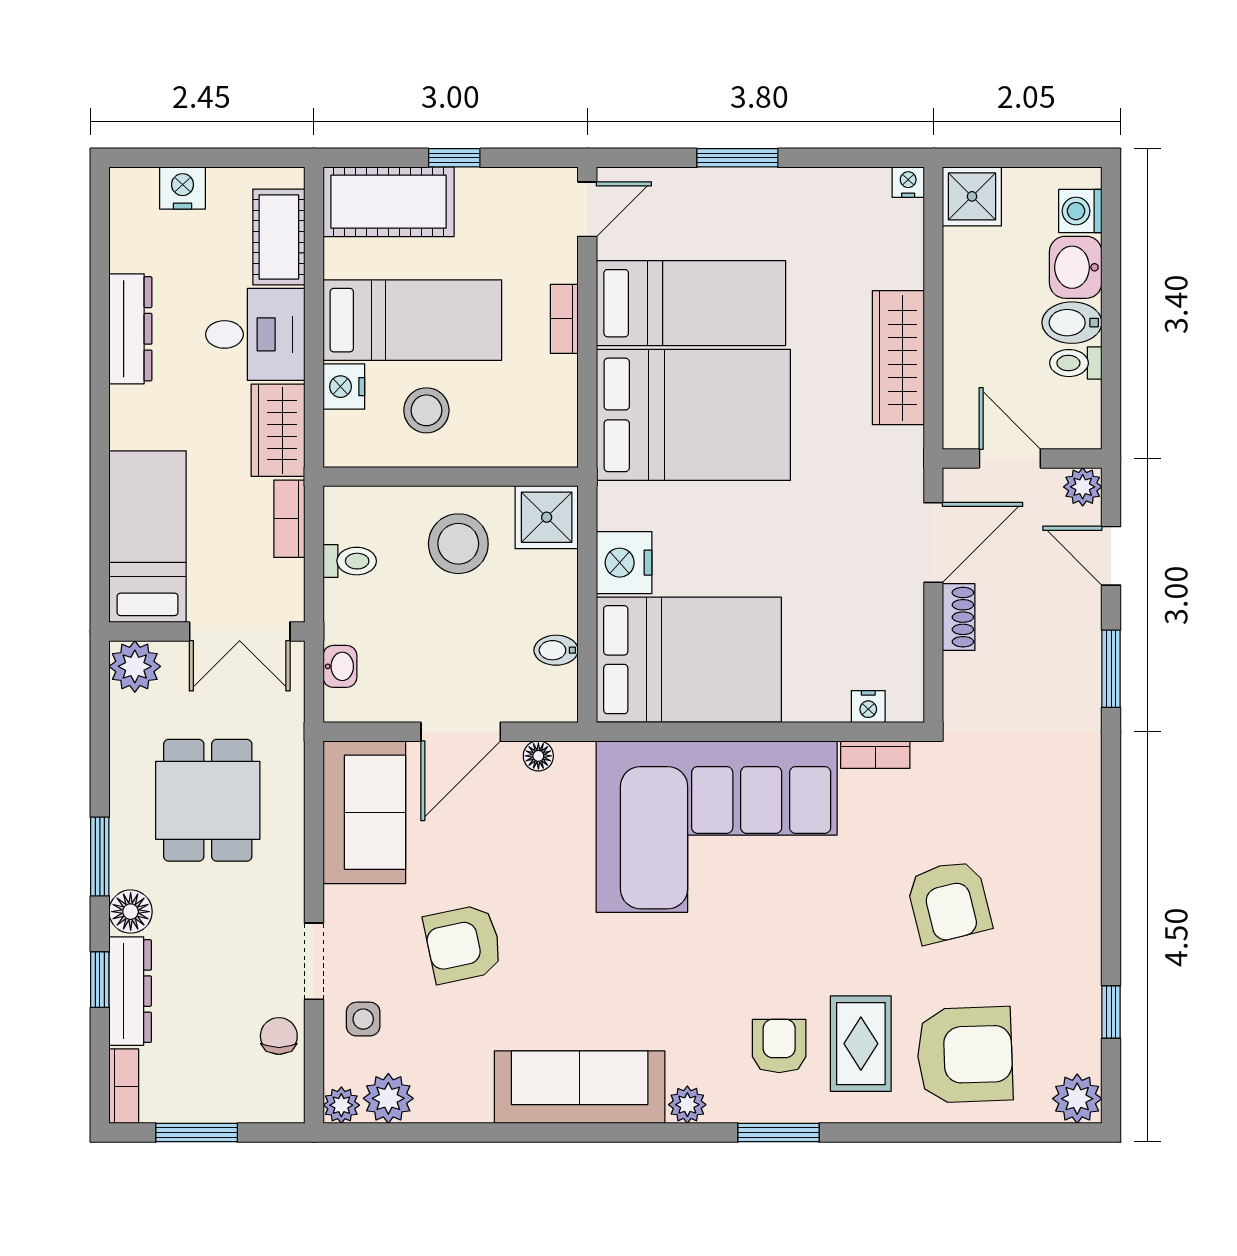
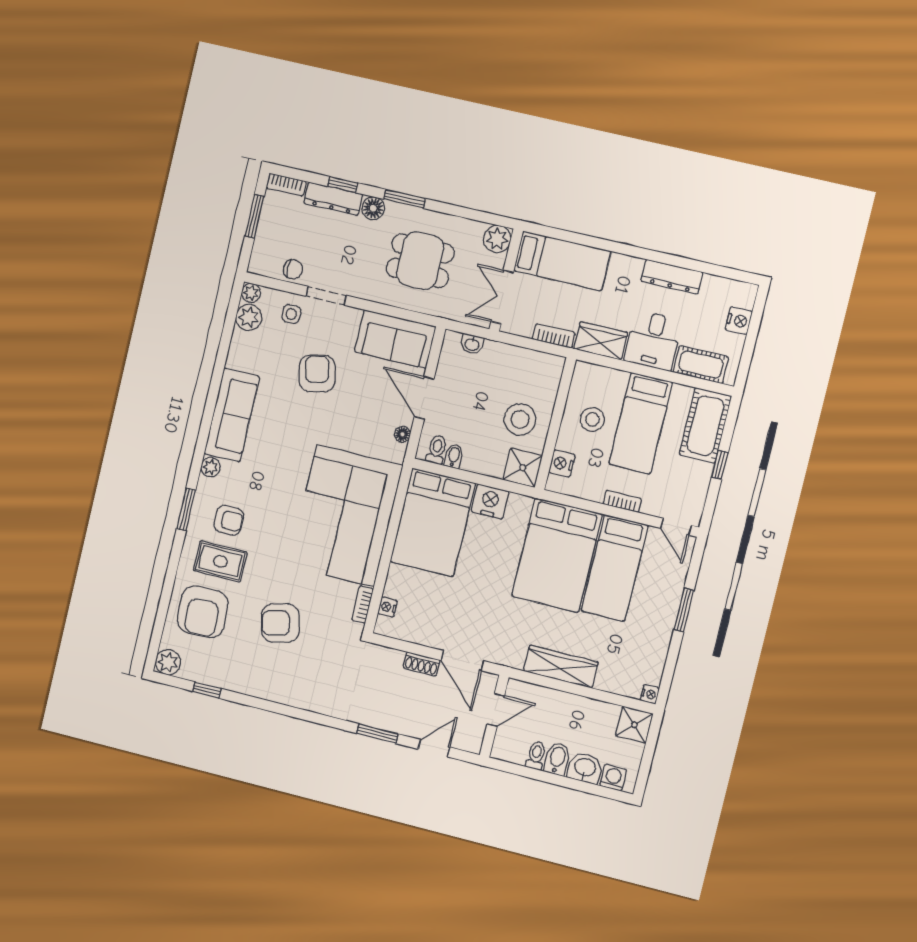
nightstand: (344, 387) -> (562, 463), moved, turned -90
plant: (1083, 487) -> (472, 743), removed
toilet: (350, 561) -> (437, 450), moved, turned 180

